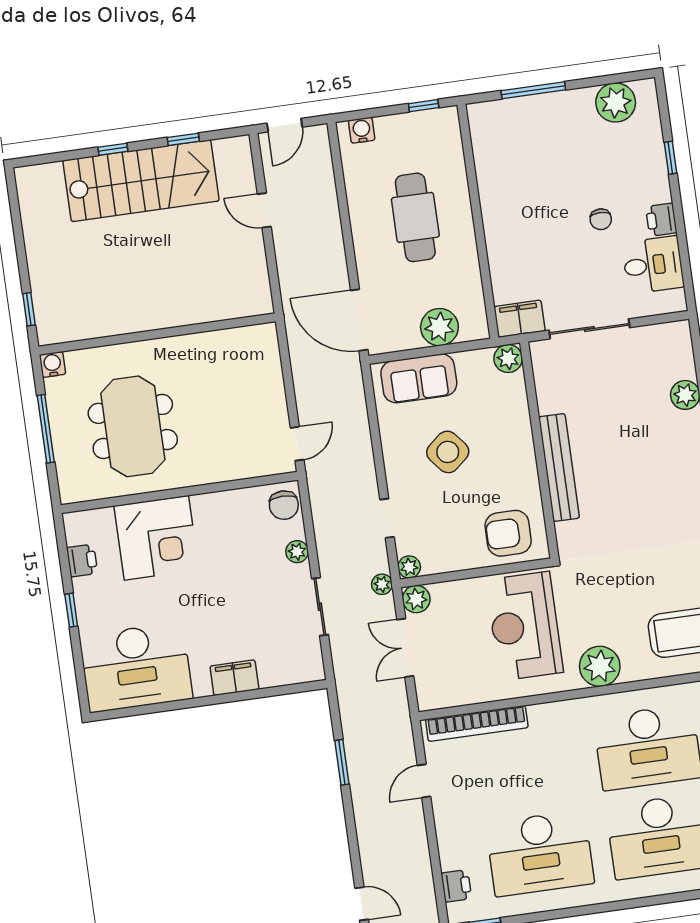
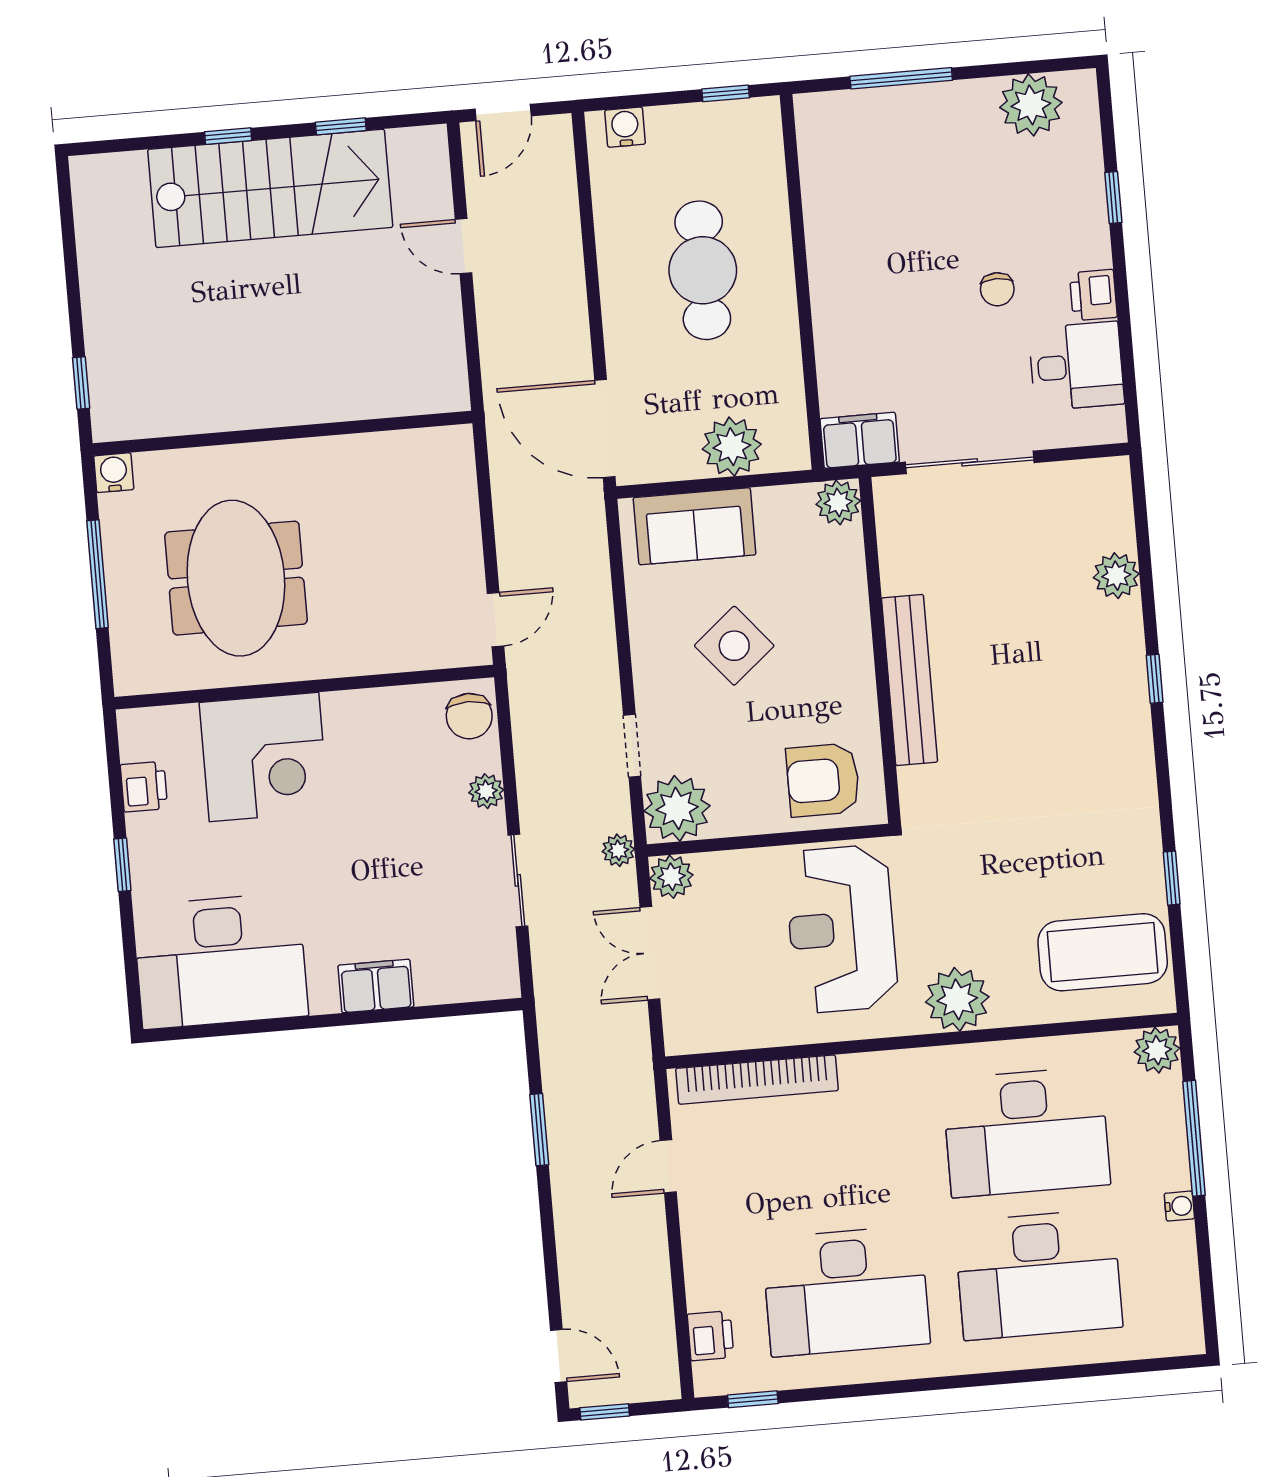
plant: (409, 567) -> (677, 808), width x1.87, depth x1.87

